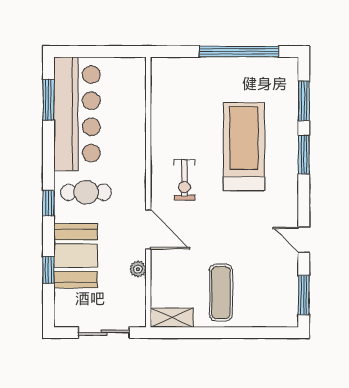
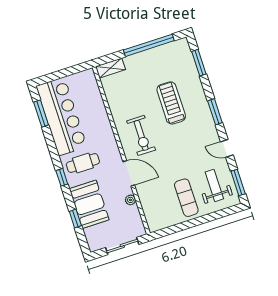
treadmill: (244, 147) -> (171, 103), width x0.73, depth x0.73
window: (304, 155) -> (215, 112), moved
exercise bike: (184, 180) -> (141, 135), width x1.38, depth x1.39
weight bench: (268, 288) -> (214, 185), added
shelving: (172, 318) -> (110, 68), moved

